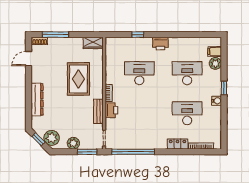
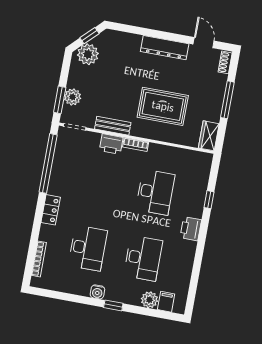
window: (55, 35) -> (227, 100), moved
dresser: (37, 99) -> (165, 48), moved
plant: (73, 143) -> (73, 97), moved
locker: (178, 144) -> (51, 210), moved

